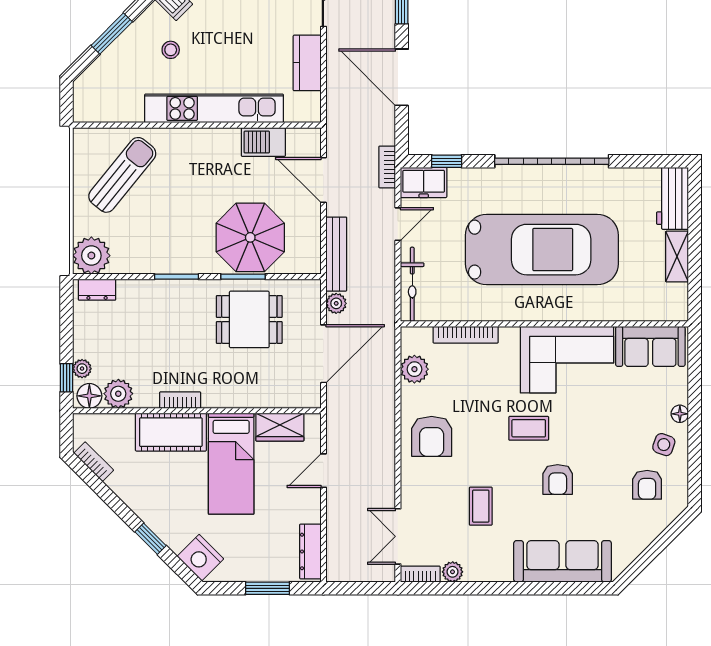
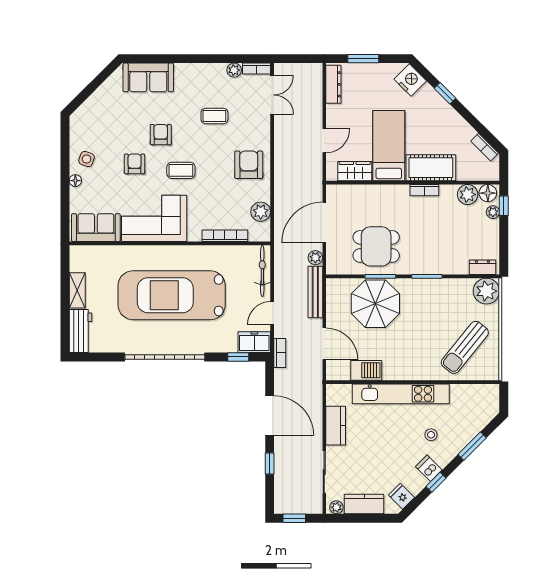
armchair: (647, 485) -> (135, 164), moved
coffee table: (481, 506) -> (214, 116), turned 90
sofa: (563, 561) -> (148, 77), width x0.73

